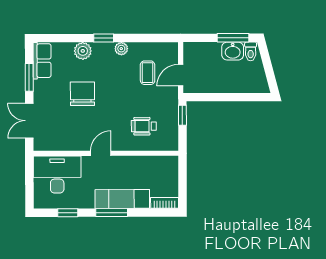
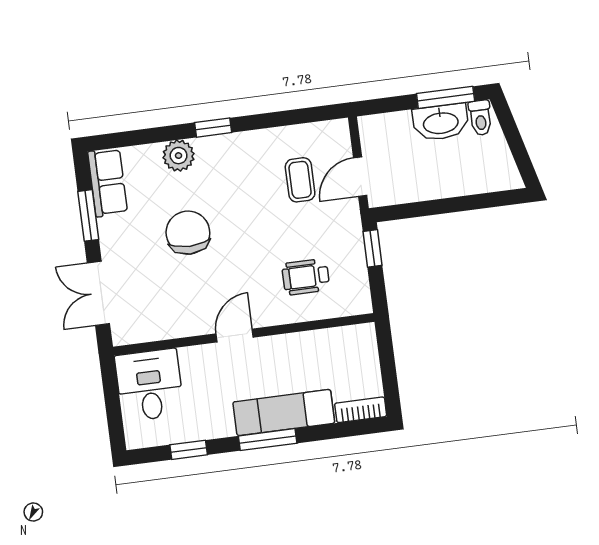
plant: (121, 49) -> (247, 143), removed
washbasin: (233, 51) -> (441, 122), width x1.38
desk: (57, 174) -> (149, 385), width x0.73

